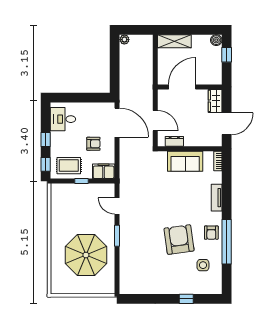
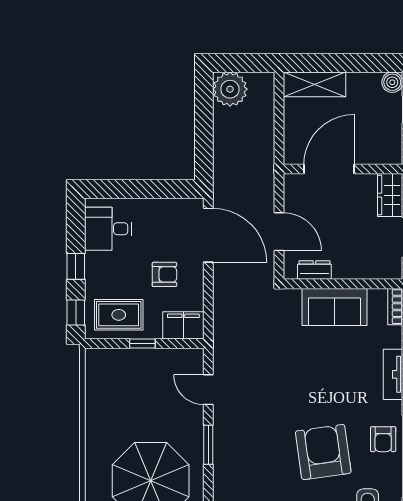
plant: (124, 40) -> (230, 89), width x1.88, depth x1.88

